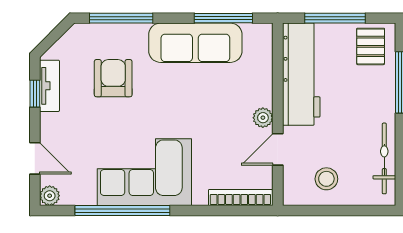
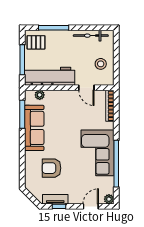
window: (121, 18) -> (22, 164), removed
plant: (263, 118) -> (40, 95), moved

